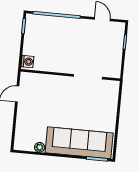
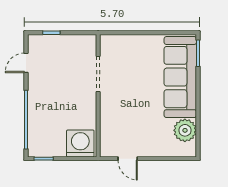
washing machine: (27, 62) -> (80, 143), width x1.89, depth x1.89
plant: (40, 147) -> (185, 130), width x1.88, depth x1.88

